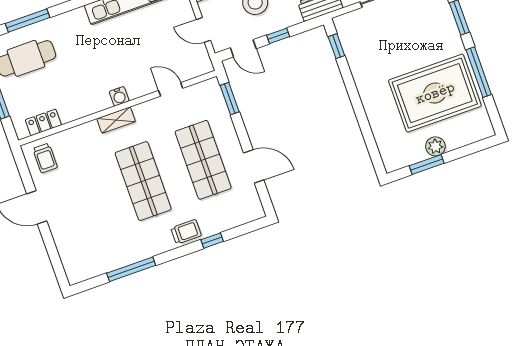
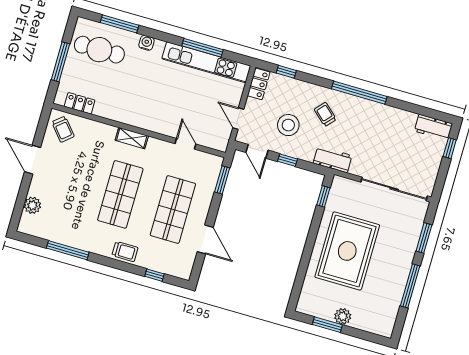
rug: (435, 93) -> (347, 251), moved, turned 90
water cooler: (119, 96) -> (146, 43), moved, turned 180
trolley: (45, 158) -> (63, 129), turned -40
window: (212, 241) -> (154, 275), moved
plant: (68, 251) -> (32, 205), added

